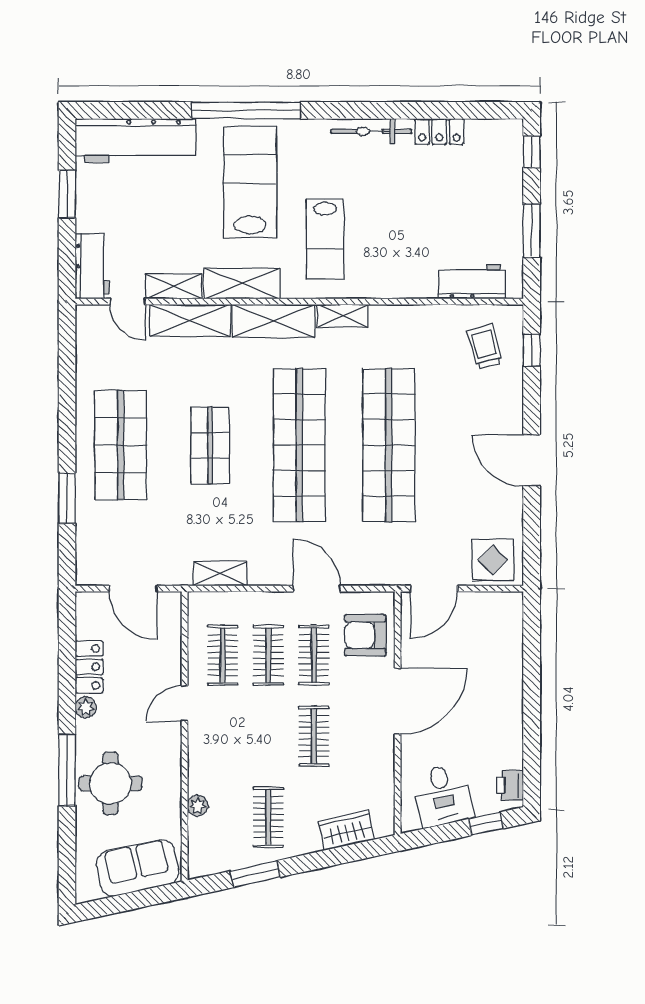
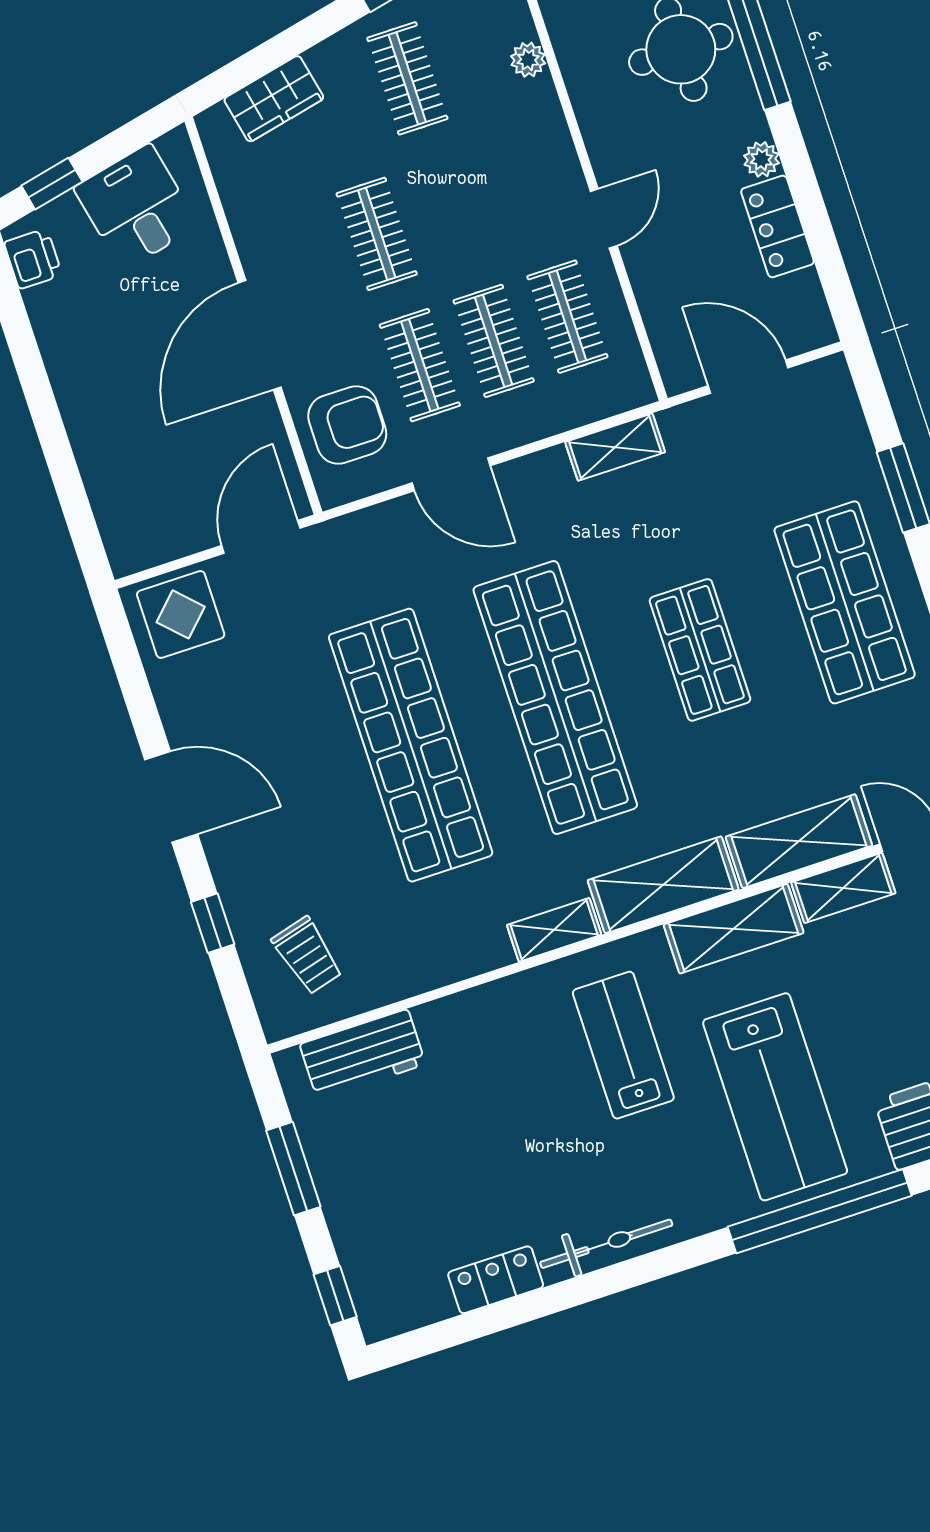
window: (532, 350) -> (213, 923), moved

